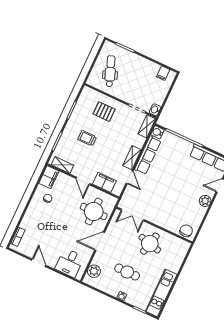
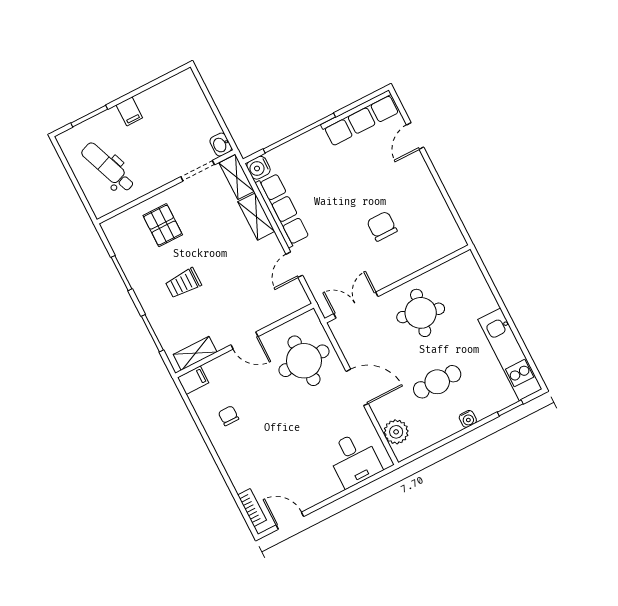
filing cabinet: (163, 73) -> (129, 111), moved
pallet: (104, 112) -> (163, 225), turned 90
shelving: (132, 158) -> (256, 217), moved
filing cabinet: (49, 177) -> (193, 380), width x0.50
door: (130, 177) -> (294, 265), swing flipped
filing cabinet: (104, 182) -> (272, 309), removed
plant: (205, 201) -> (421, 177), removed
double door: (133, 215) -> (356, 305), swing flipped
chair: (186, 231) -> (382, 226), moved
door: (100, 241) -> (357, 387), swing flipped
door: (39, 263) -> (290, 521), moved

